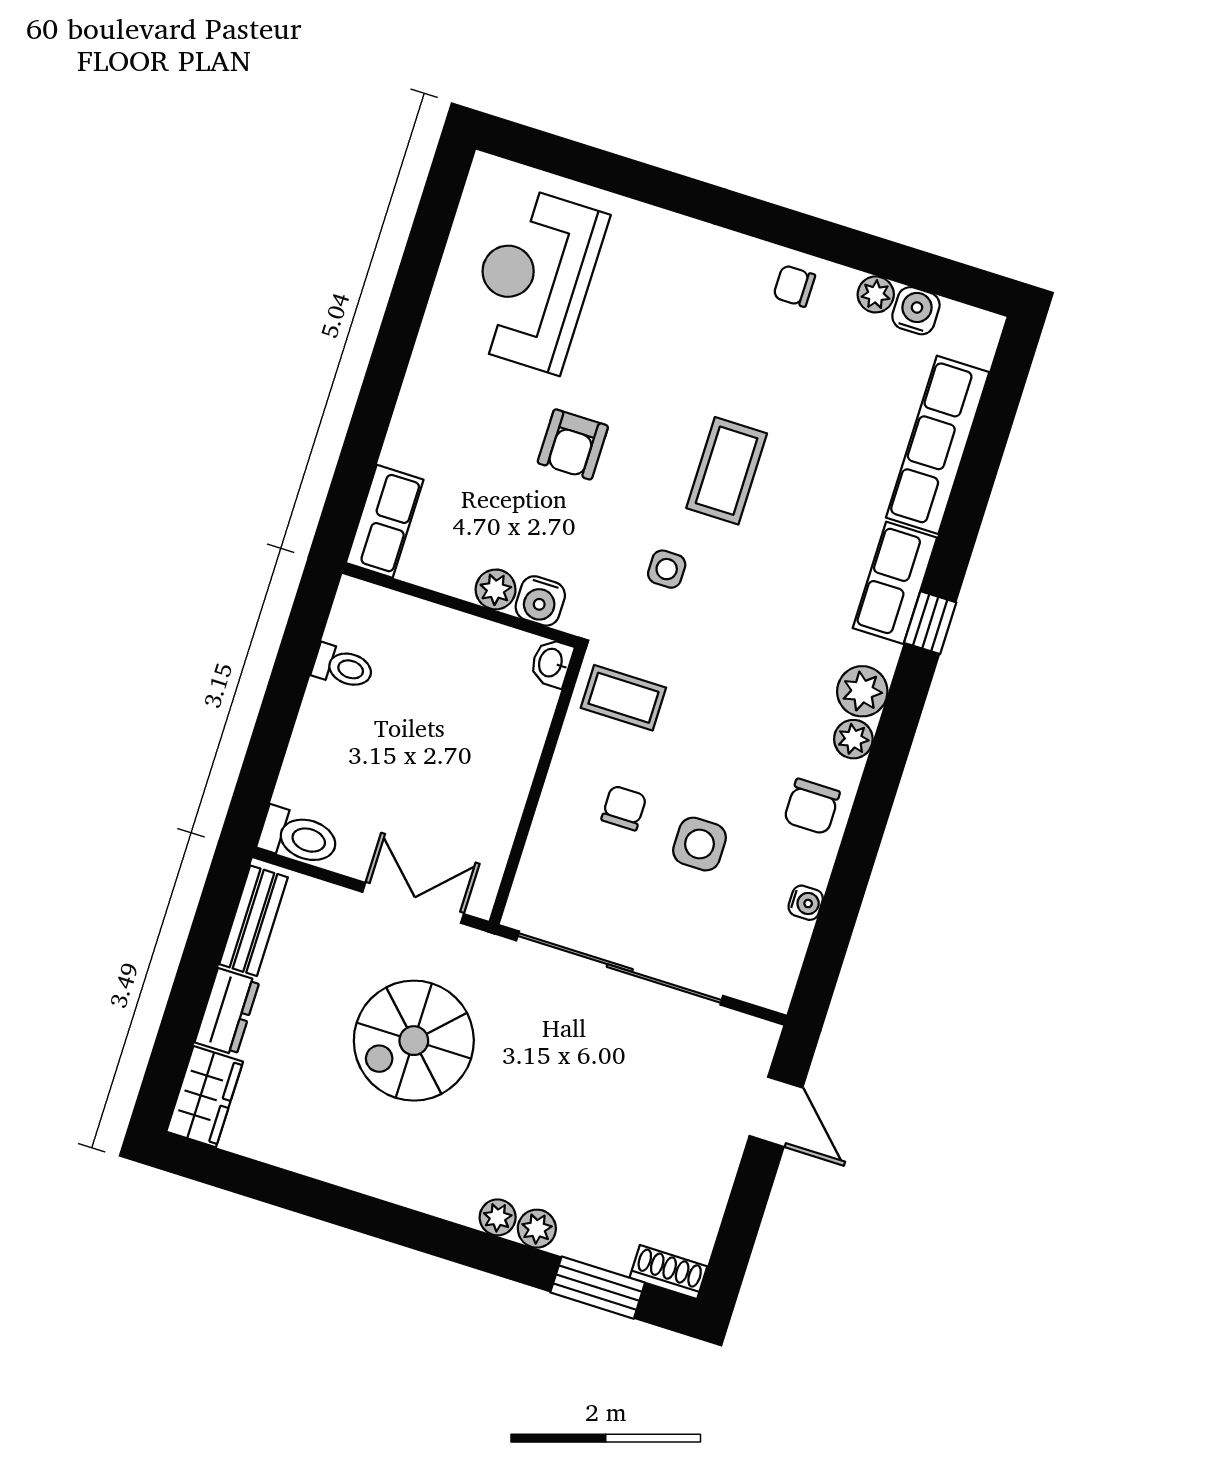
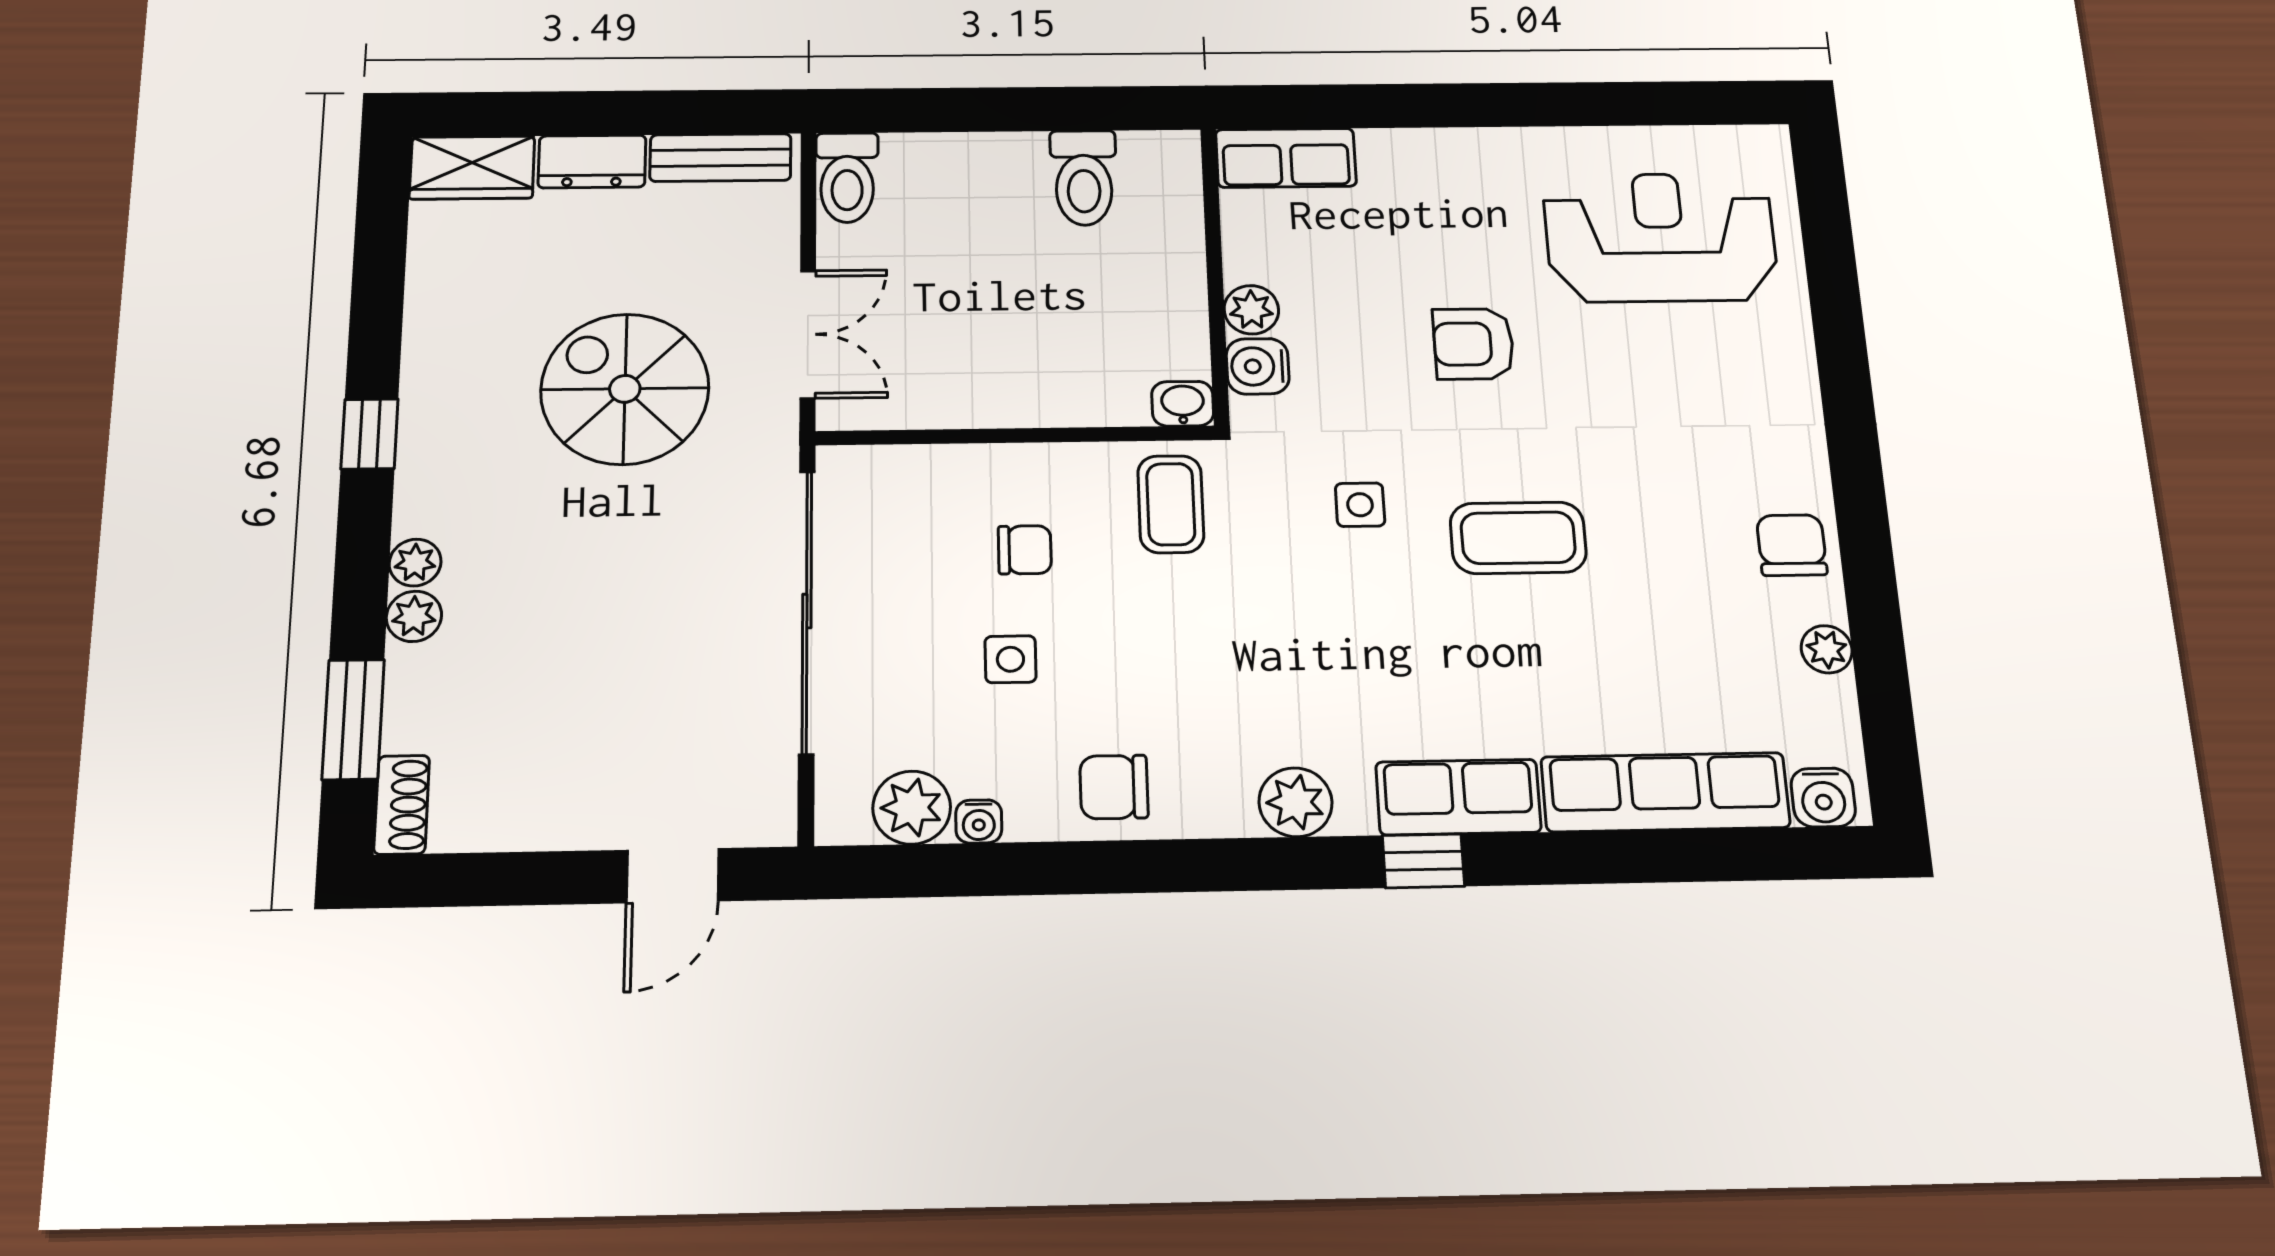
chair: (794, 286) -> (1792, 545), width x1.37, depth x1.37
water cooler: (916, 311) -> (1823, 797), moved, turned 90
toilet: (343, 667) -> (1084, 178), width x1.37, depth x1.39
plant: (853, 739) -> (912, 808), moved, width x1.38, depth x1.38
side table: (700, 844) -> (1010, 659), width x0.73, depth x0.73
window: (391, 1222) -> (370, 434), added

